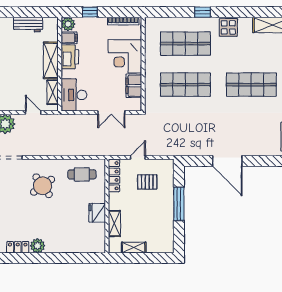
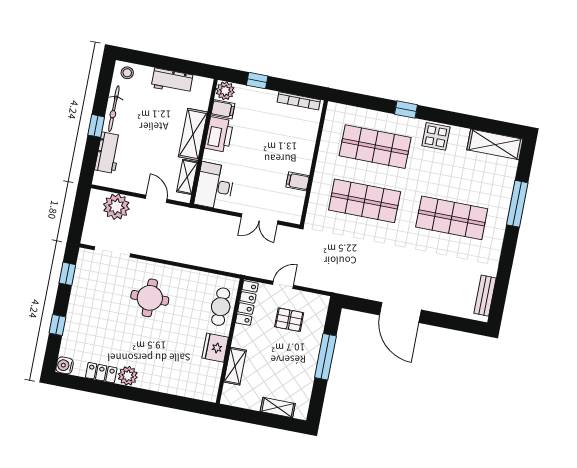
corner desk: (125, 56) -> (292, 148), removed
filing cabinet: (134, 86) -> (298, 181), width x0.50
cafe table: (82, 174) -> (221, 307), moved, turned 90
round table: (43, 186) -> (150, 298), turned 36
shelving: (134, 248) -> (278, 407), moved

